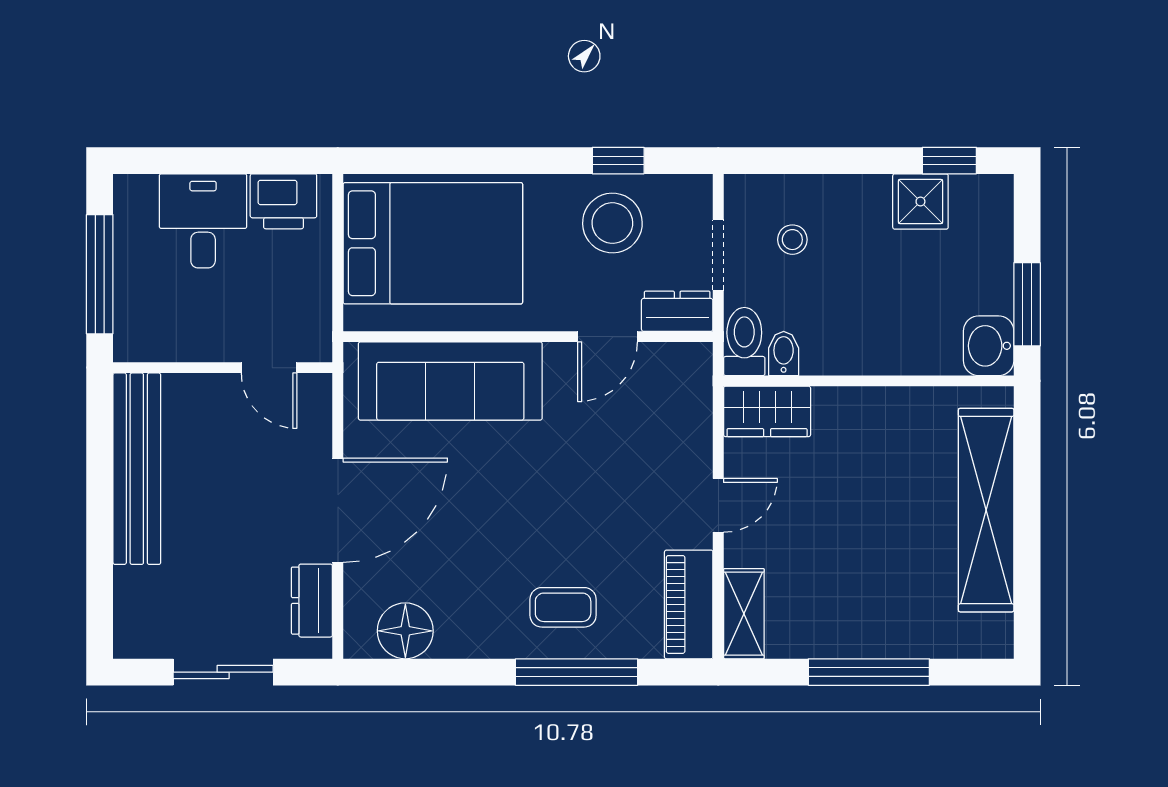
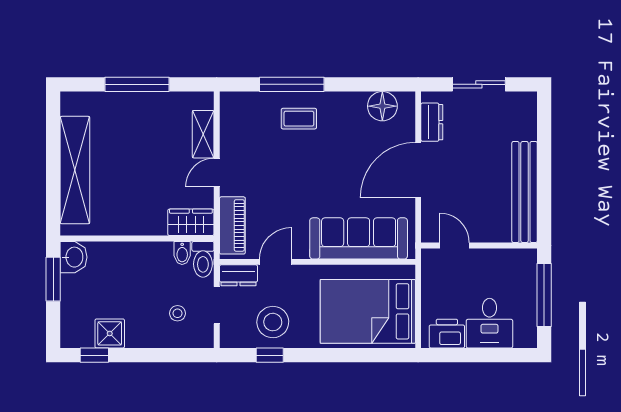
piano: (689, 604) -> (232, 225), moved
shelving: (744, 614) -> (203, 134), moved

